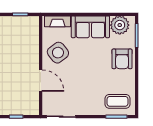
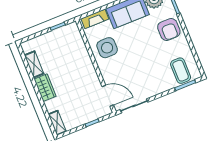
side table: (58, 53) -> (107, 48), turned 38
door: (41, 81) -> (108, 96), moved
coffee table: (117, 101) -> (181, 71), turned 90

